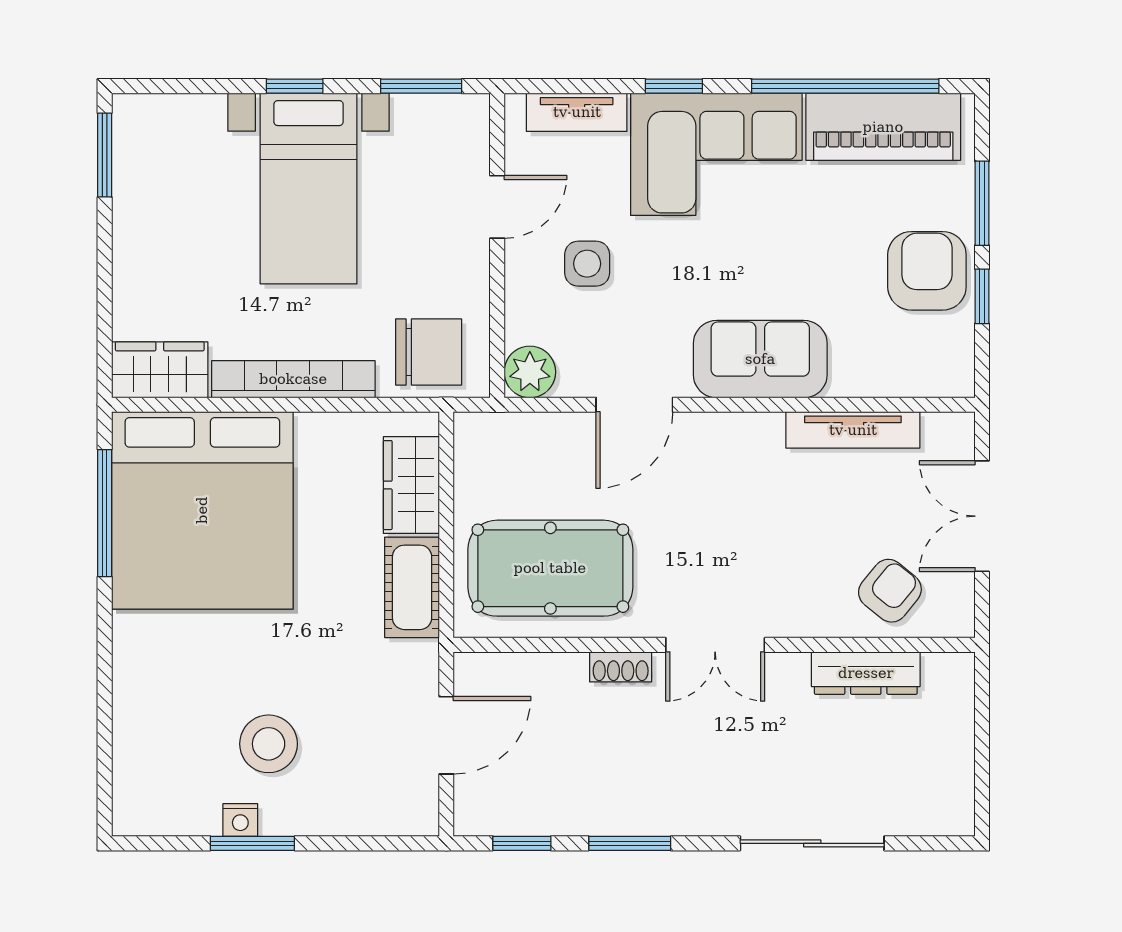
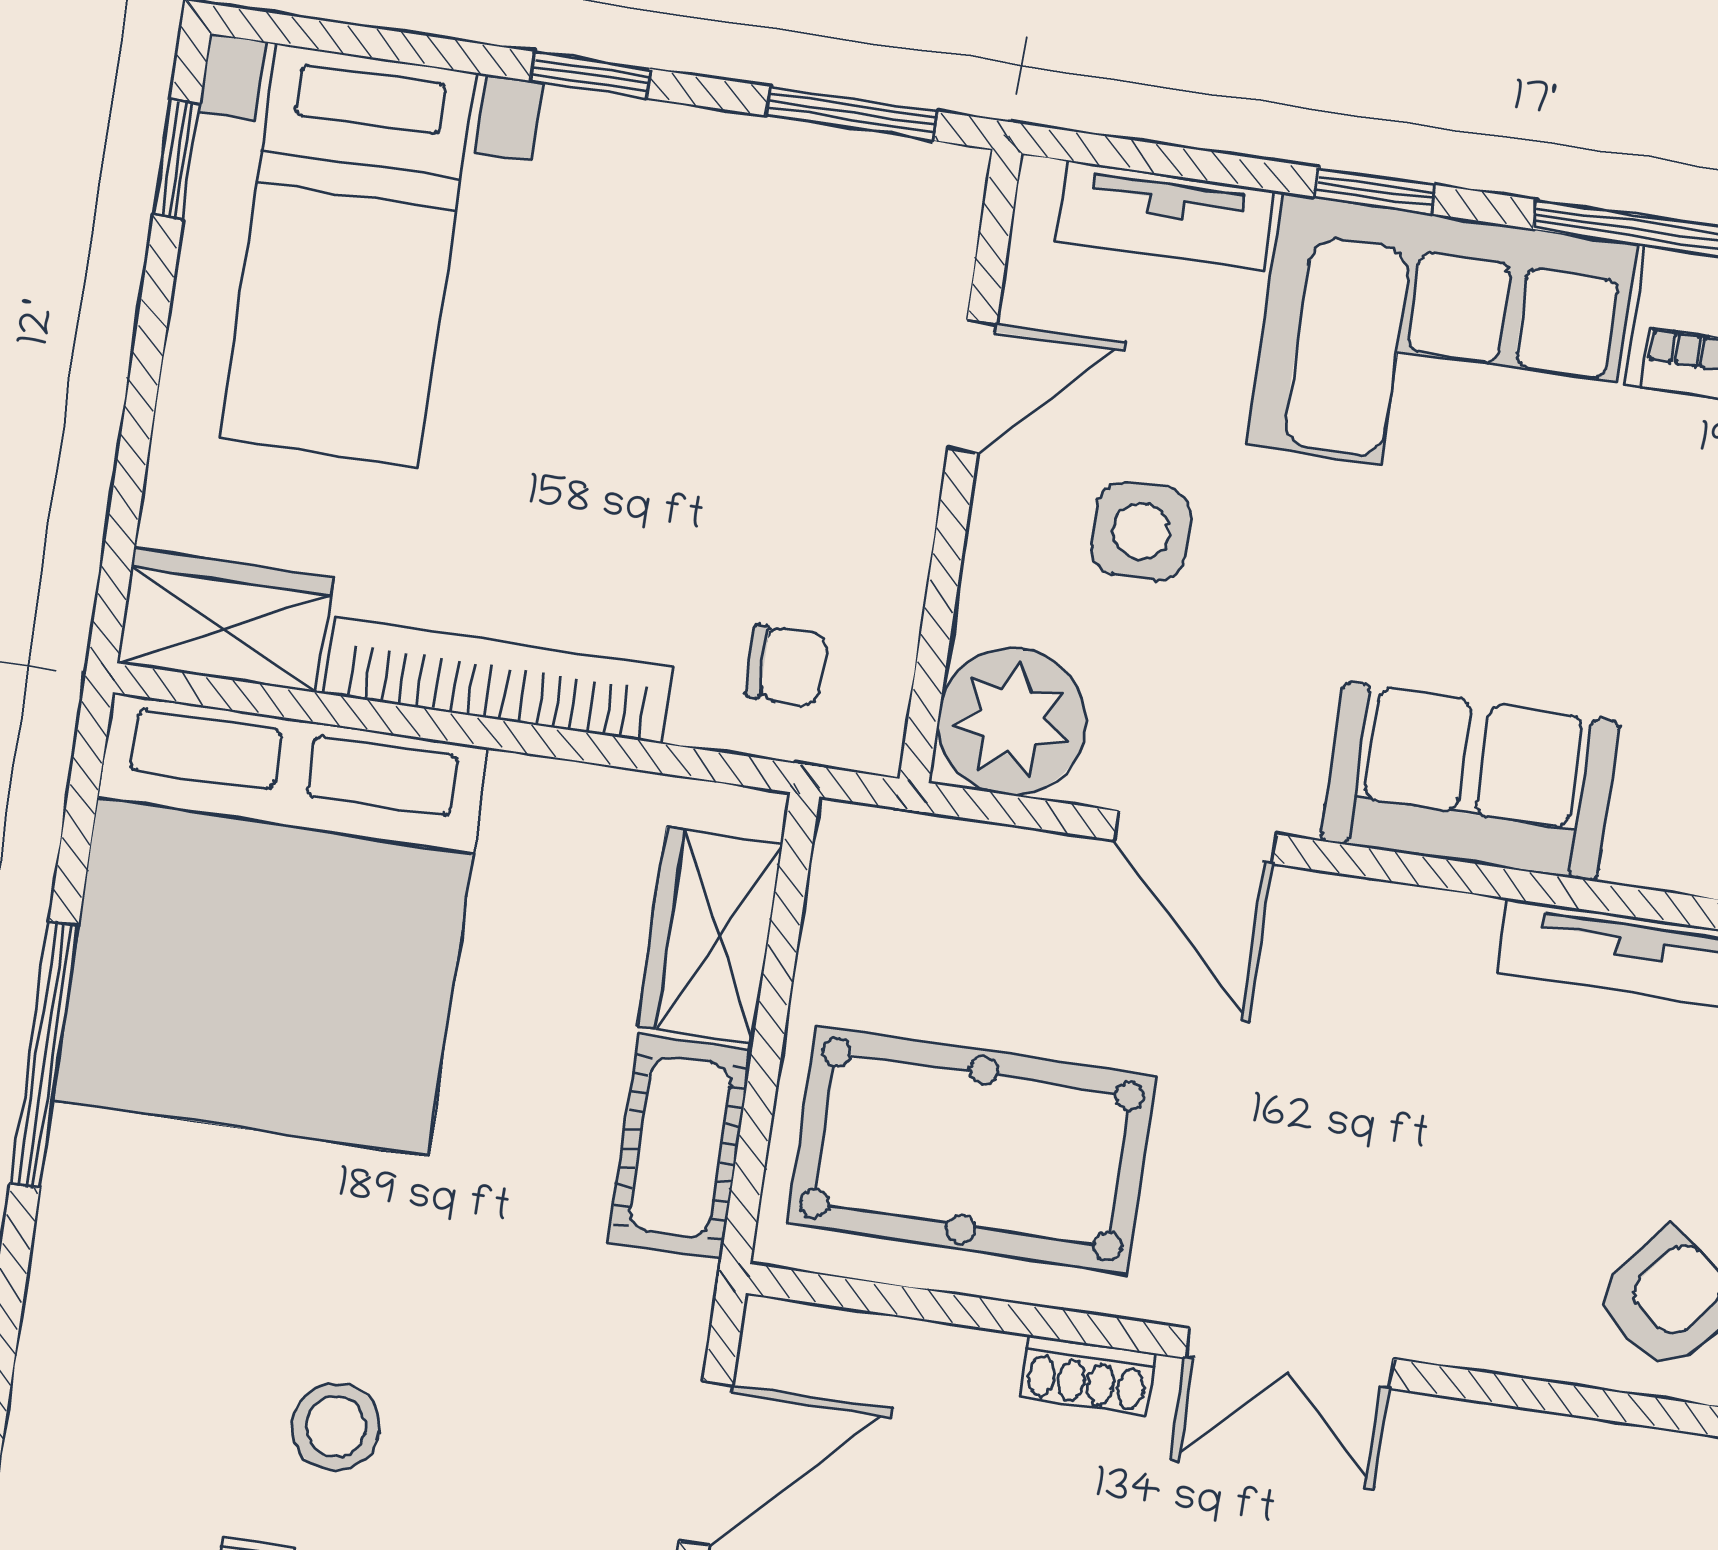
window: (105, 155) -> (177, 159), width x0.67
bed with nightstands: (309, 189) -> (348, 255), moved
chair: (429, 352) -> (786, 666), width x0.54, depth x0.54
plant: (530, 372) -> (1012, 721), width x1.36, depth x1.36
door: (634, 405) -> (1196, 837), hinge flipped
window: (105, 513) -> (44, 1055), moved
dresser: (866, 673) -> (1592, 1463), removed
stool: (269, 744) -> (336, 1427), width x0.73, depth x0.73

